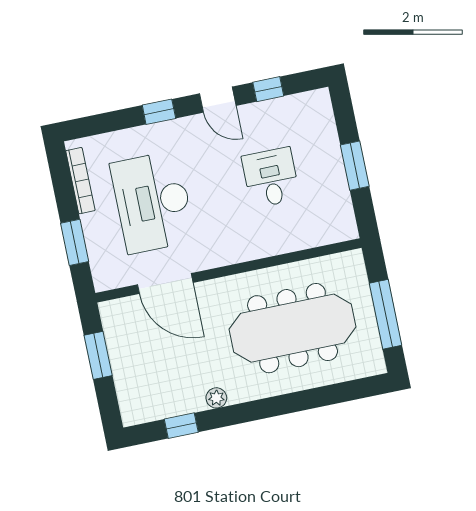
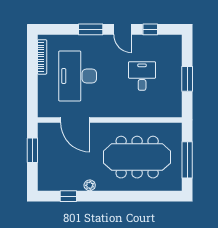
window: (159, 112) -> (91, 29), width x1.50
window: (75, 242) -> (32, 89), removed

